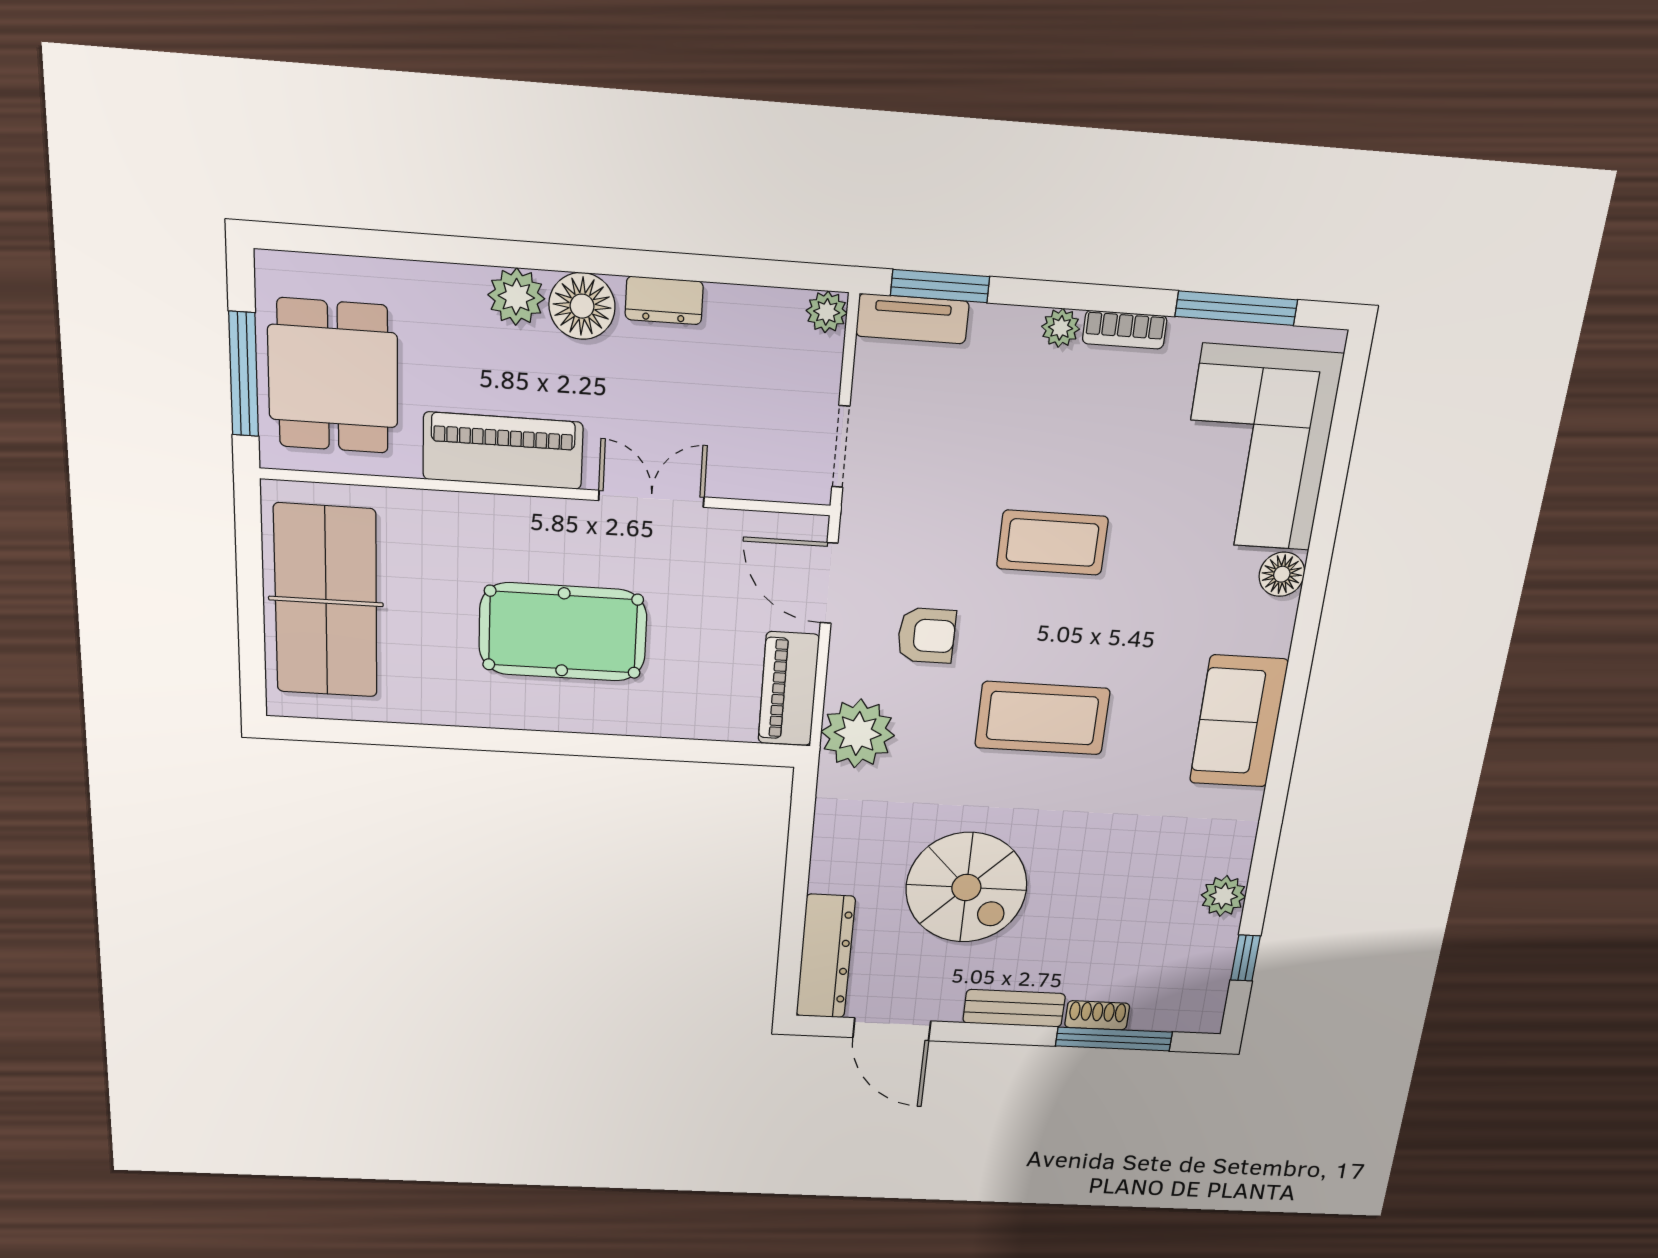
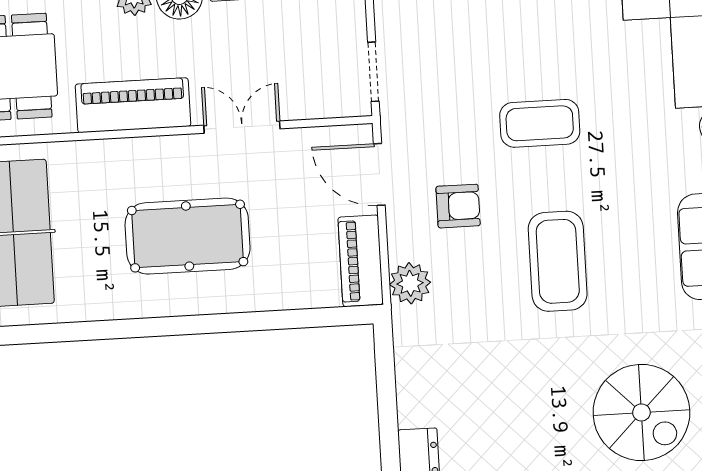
coffee table: (1042, 718) -> (558, 261), turned 90
plant: (858, 734) -> (410, 283), width x0.73, depth x0.73
spiral stairs: (966, 887) -> (641, 412), moved

